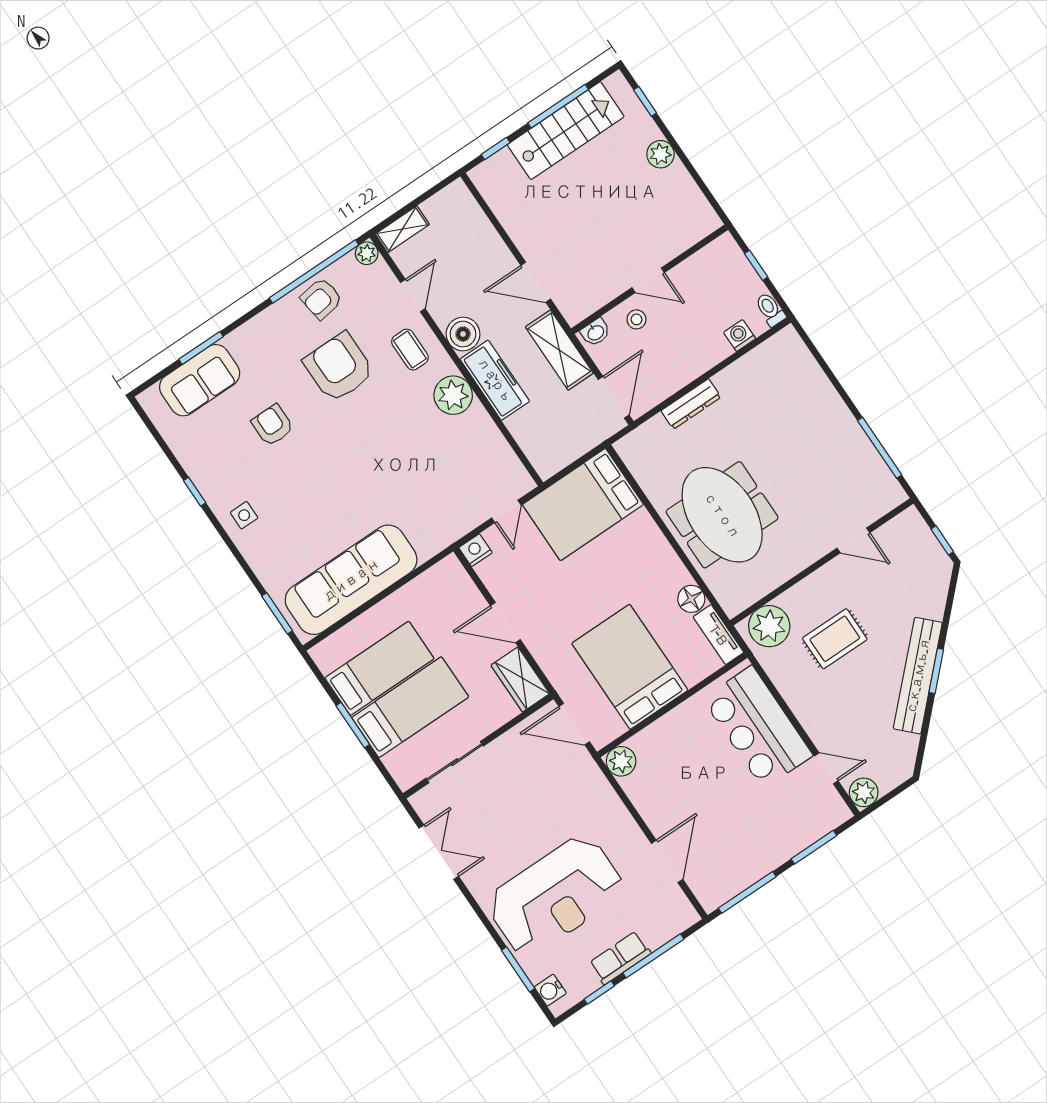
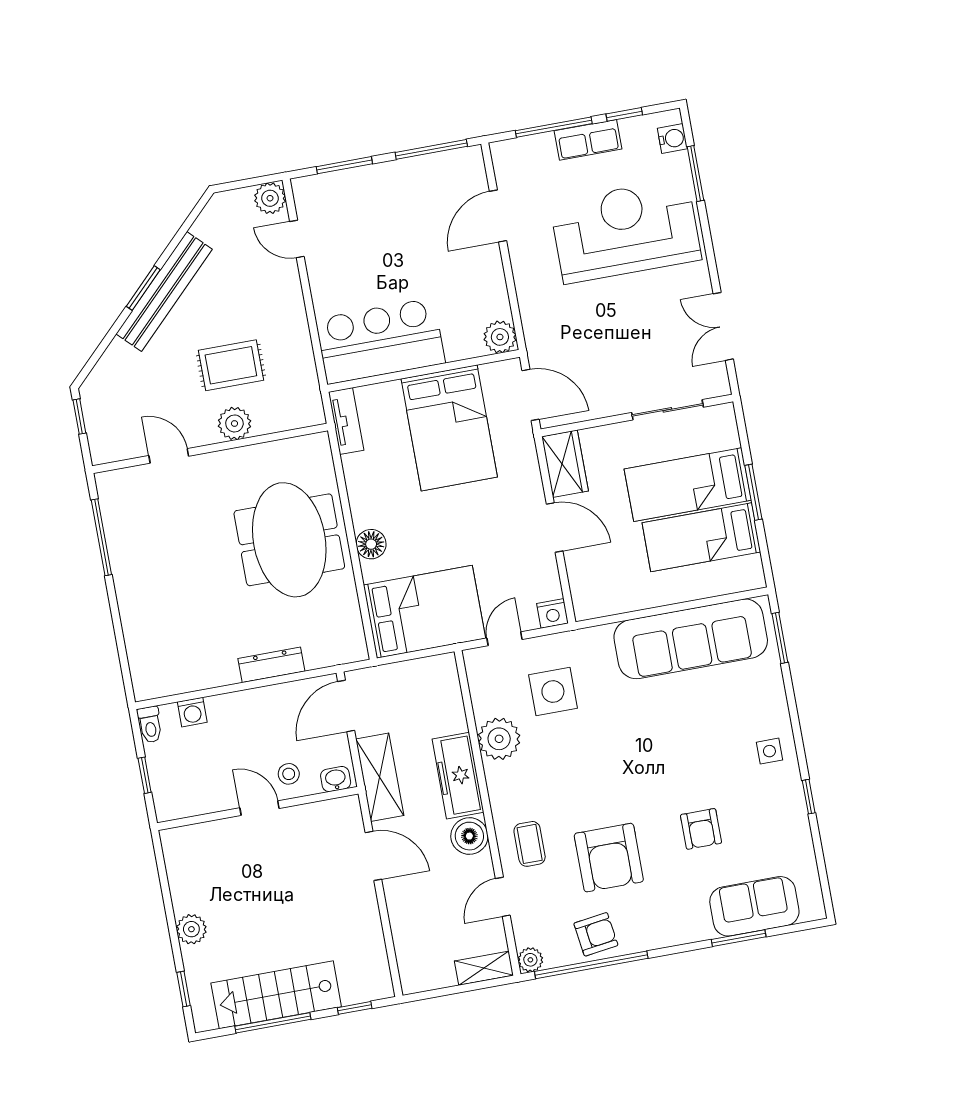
plant: (453, 395) -> (499, 739), moved
side table: (447, 485) -> (553, 692), added
floor lamp: (691, 599) -> (371, 544), moved
plant: (769, 626) -> (234, 423), moved, width x0.73, depth x0.73
bar counter: (758, 727) -> (380, 341), moved, turned -90

